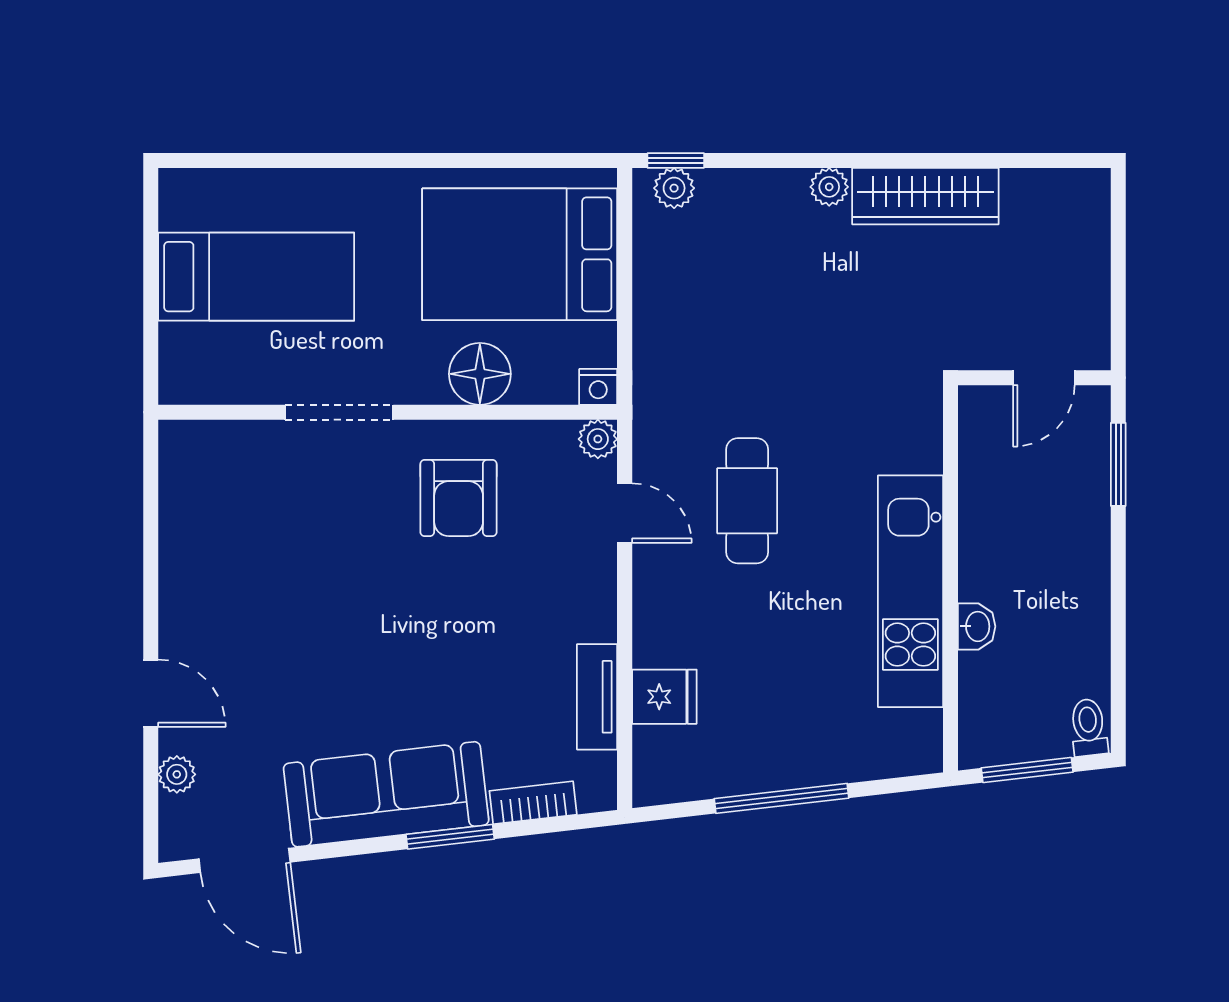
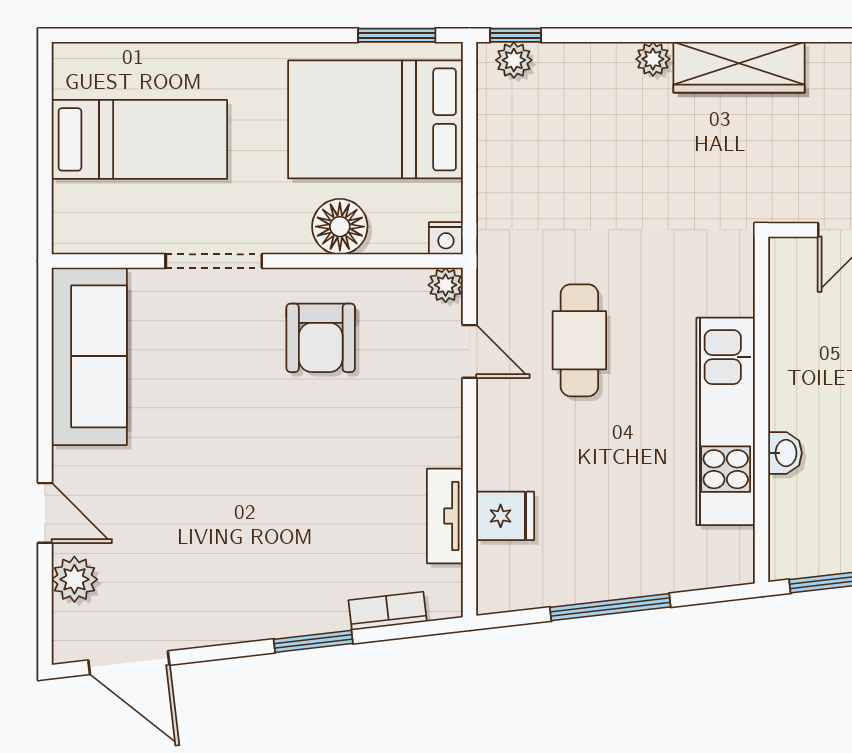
window: (543, 160) -> (397, 35), added
plant: (177, 774) -> (74, 579), width x1.38, depth x1.38
sofa: (386, 794) -> (89, 356), moved, turned 97

